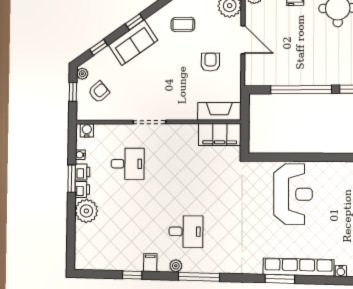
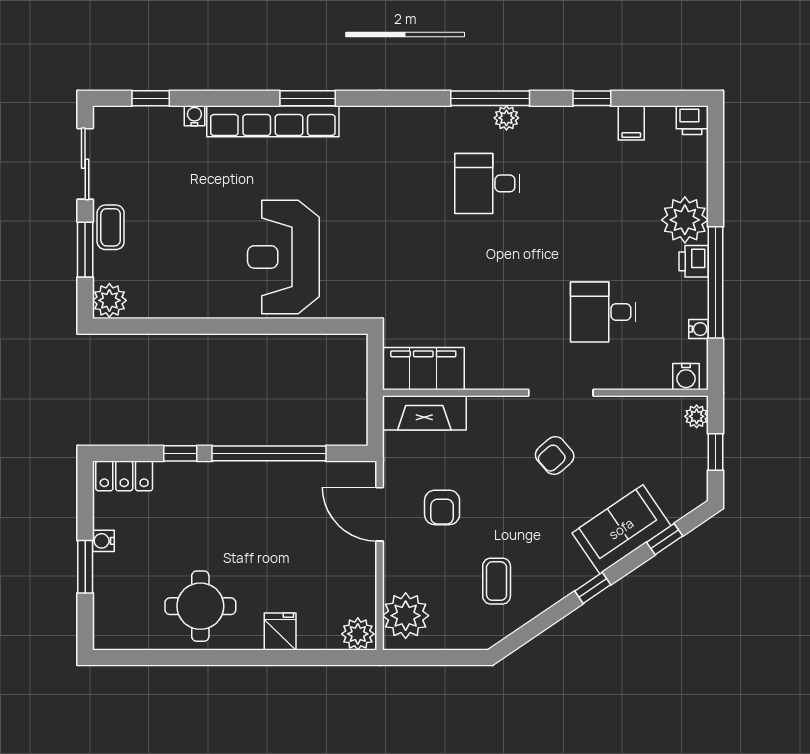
coffee table: (183, 24) -> (497, 581), turned 90
door: (243, 40) -> (380, 514), moved
sofa: (133, 43) -> (621, 529), moved
plant: (82, 74) -> (697, 416), moved
armchair: (99, 92) -> (555, 455), moved
printer: (83, 172) -> (692, 120), moved, turned -90
window: (72, 179) -> (715, 282), width x2.11
filing cabinet: (150, 263) -> (631, 123), moved
window: (199, 277) -> (490, 98), moved

